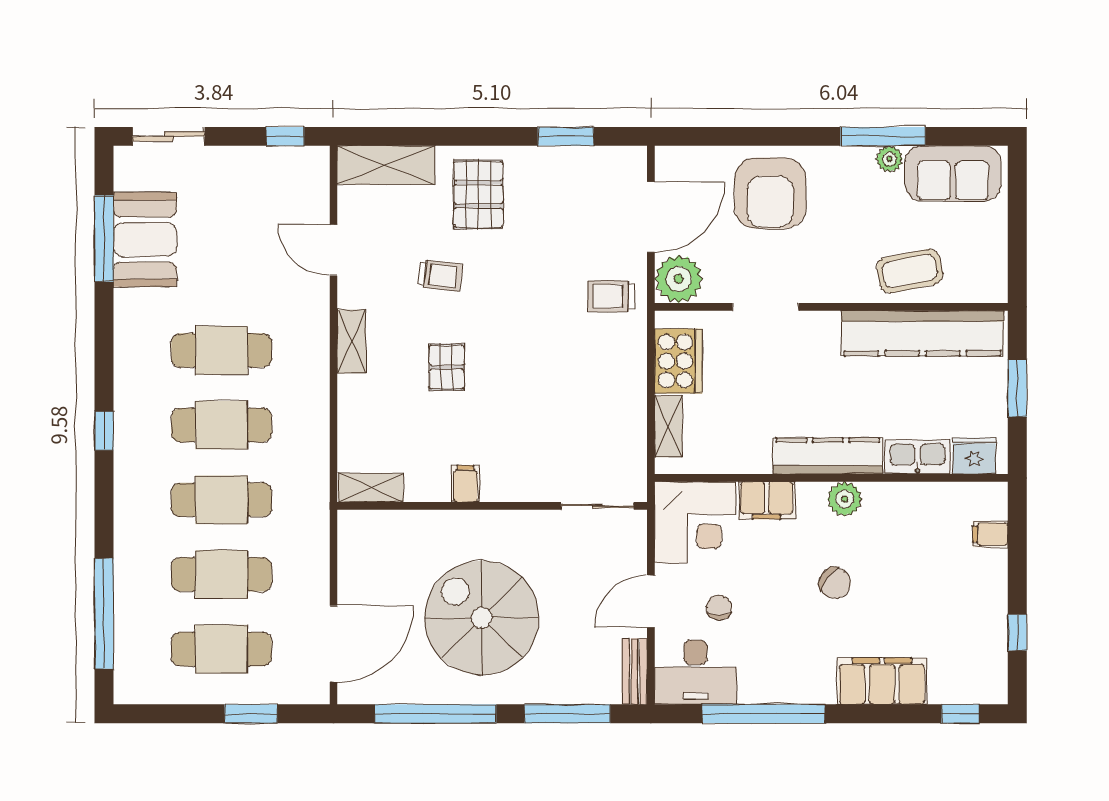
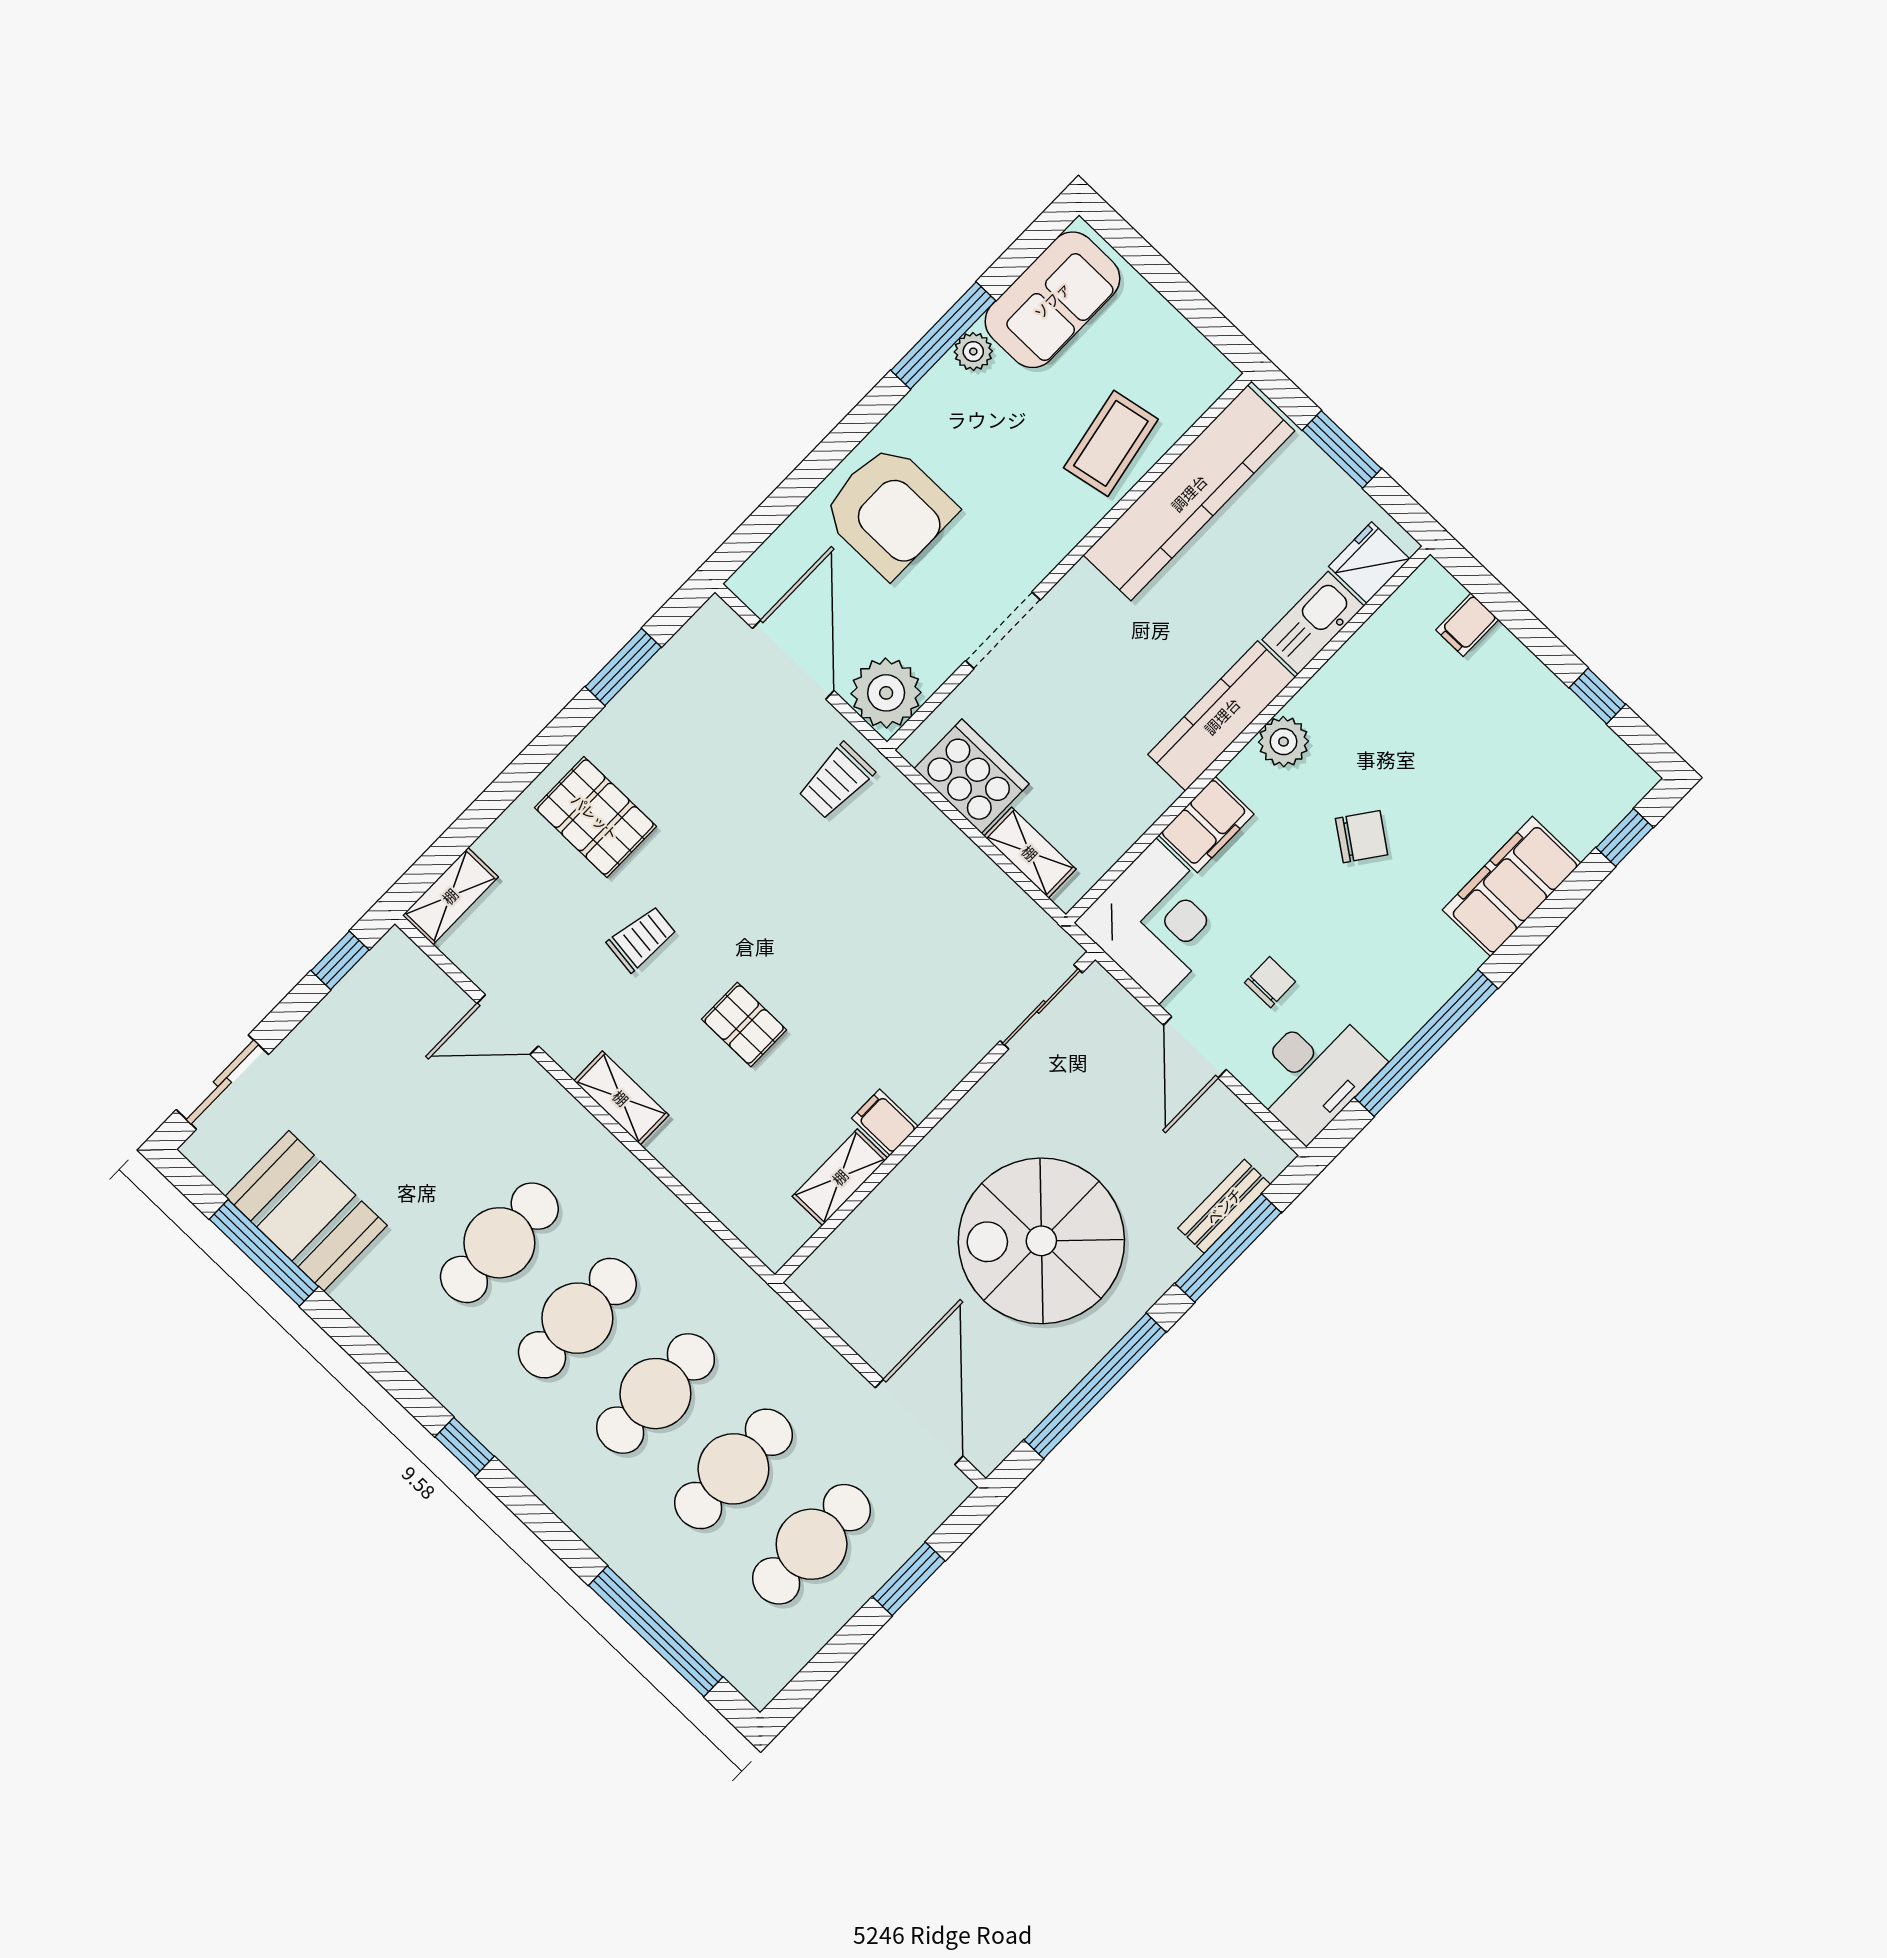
shelving: (386, 165) -> (450, 896), width x0.67, depth x0.75
shelving: (371, 488) -> (840, 1177), moved
chair: (719, 607) -> (1270, 982), turned 90
bench: (634, 671) -> (1224, 1206), moved, turned 90

